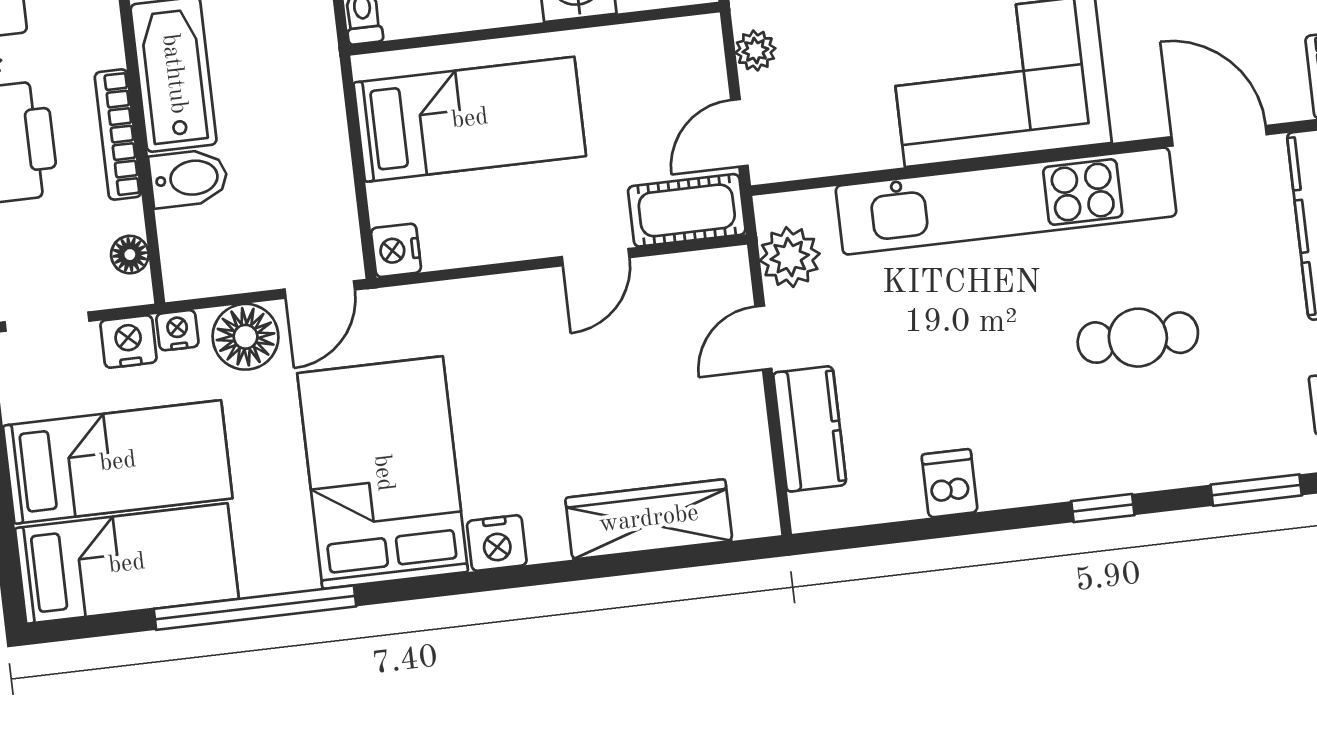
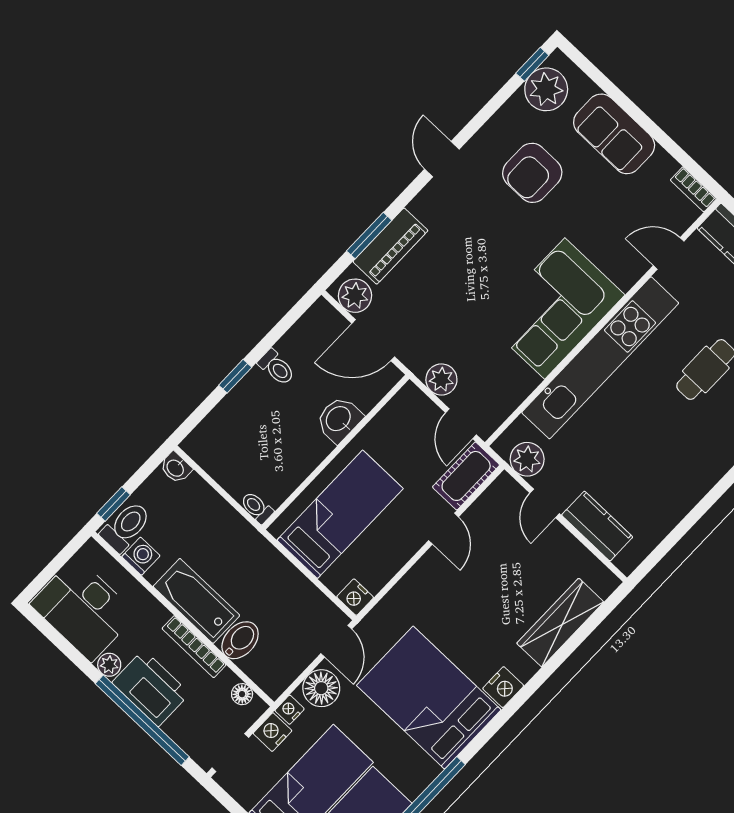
plant: (755, 50) -> (441, 379), width x1.38, depth x1.38
door: (1219, 136) -> (669, 253), width x0.73
dishwasher: (950, 483) -> (677, 500), removed

